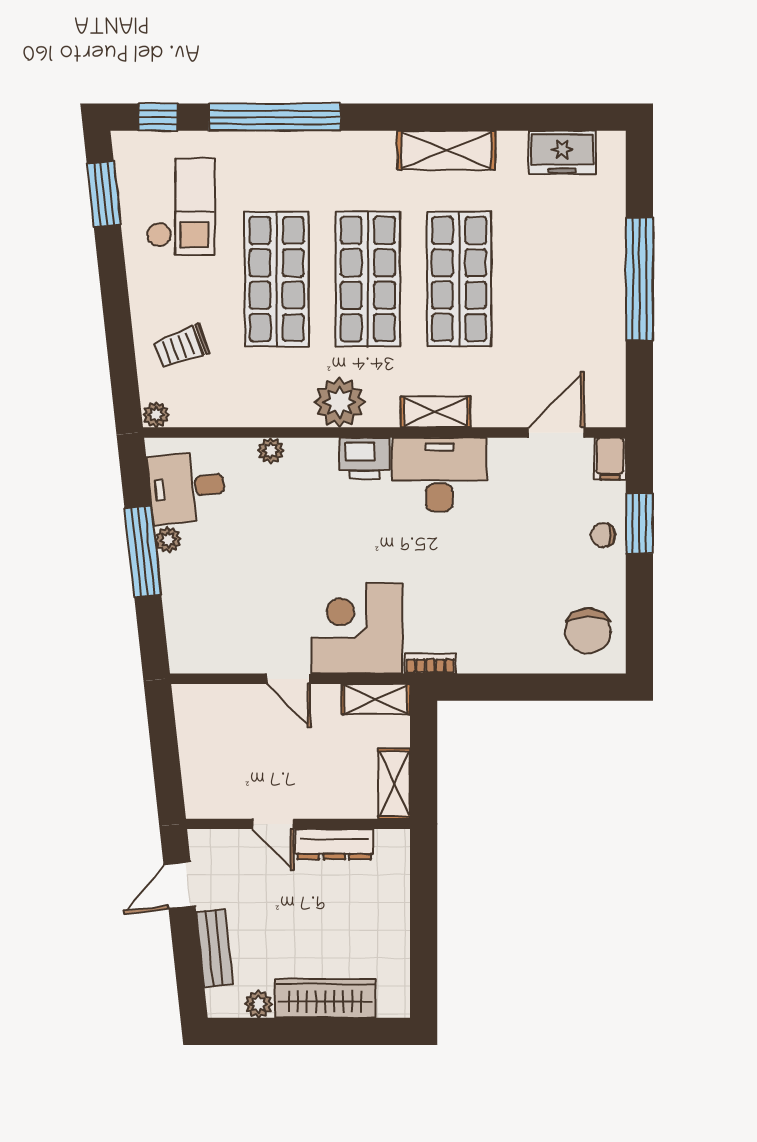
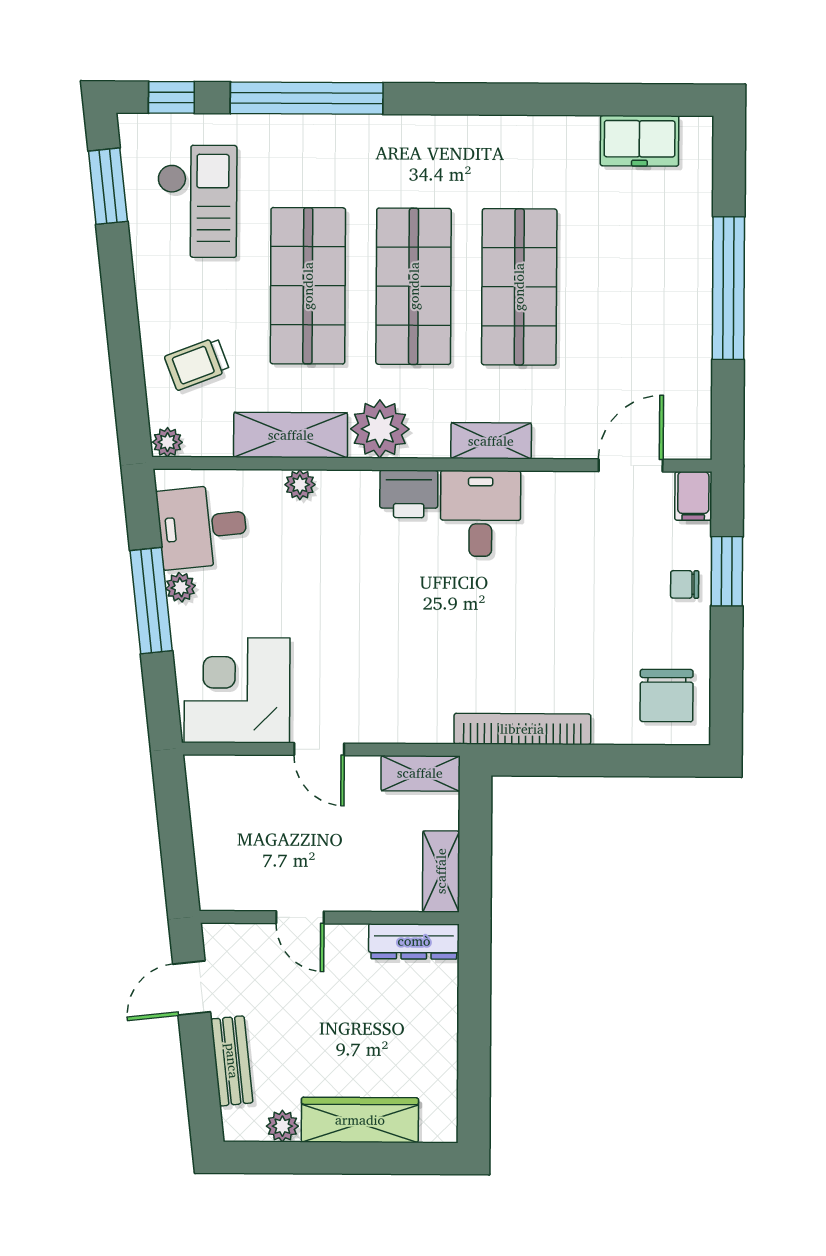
shelving: (446, 150) -> (291, 435), moved
desk: (439, 475) -> (480, 513), width x0.73
corner desk: (357, 628) -> (237, 690), moved
bookcase: (430, 664) -> (522, 729), width x2.31, depth x1.31
dresser: (334, 844) -> (414, 941), moved

